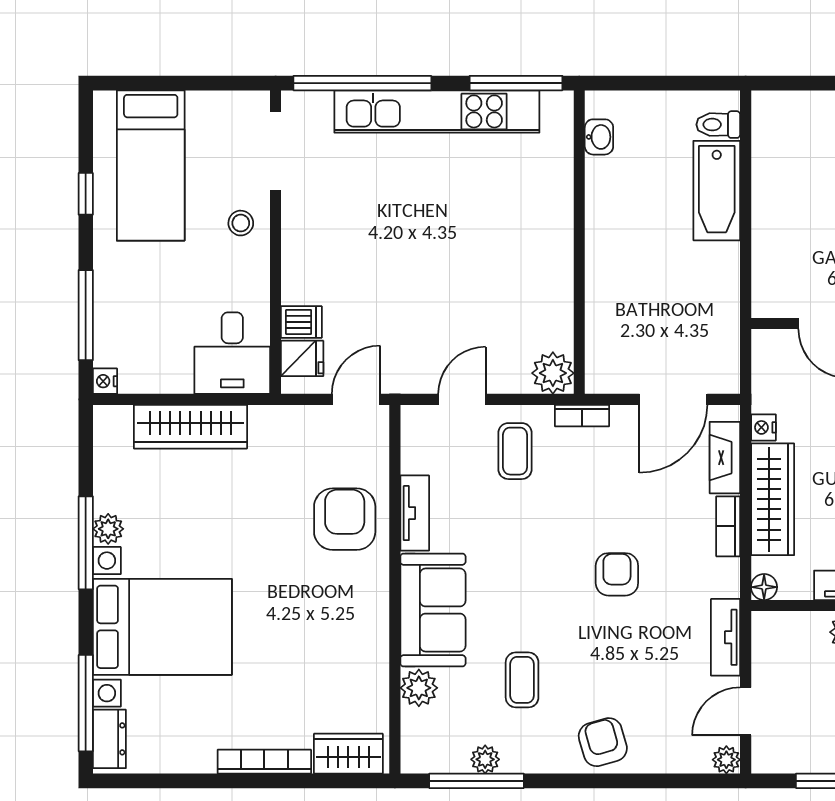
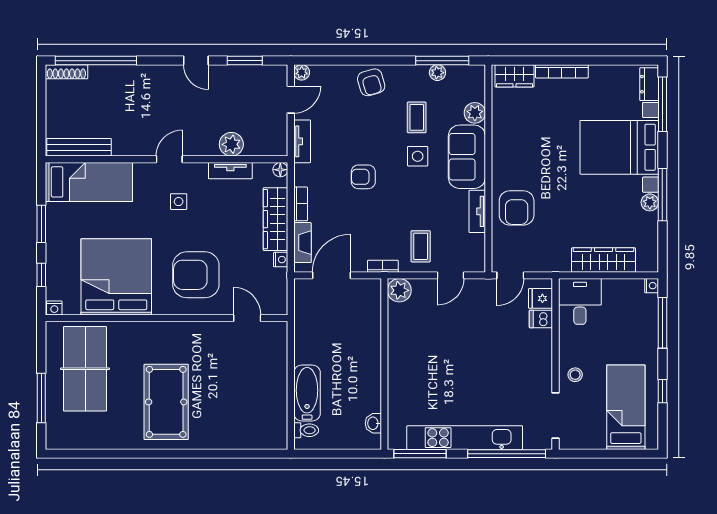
armchair: (617, 574) -> (363, 177), turned 90
side table: (520, 611) -> (418, 156), added

